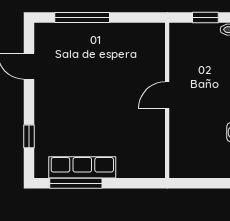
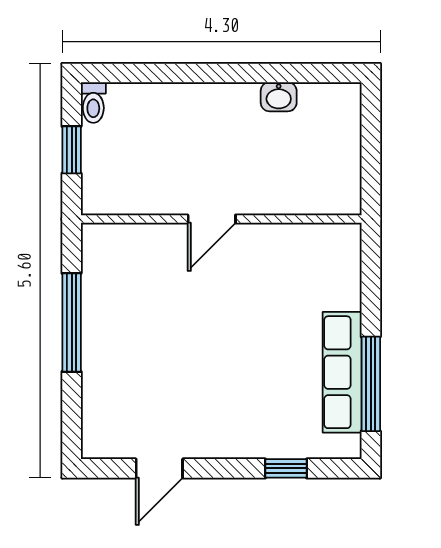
window: (82, 18) -> (72, 322), moved
door: (167, 95) -> (212, 219), hinge flipped

